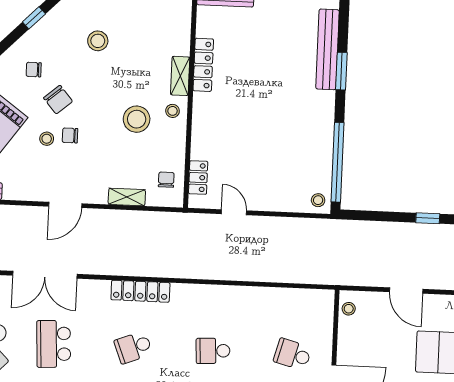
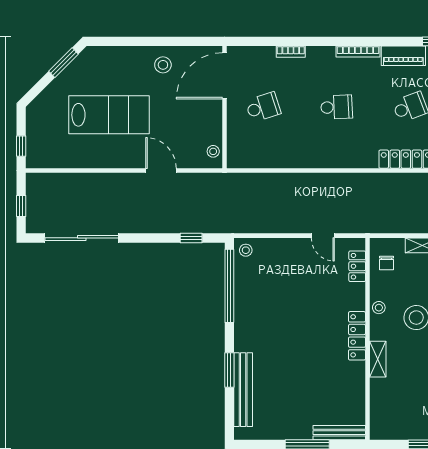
locker: (203, 65) -> (357, 336), moved
stool: (172, 111) -> (379, 308), moved
window: (428, 218) -> (191, 238), moved
school desk: (293, 354) -> (263, 107), turned -33

